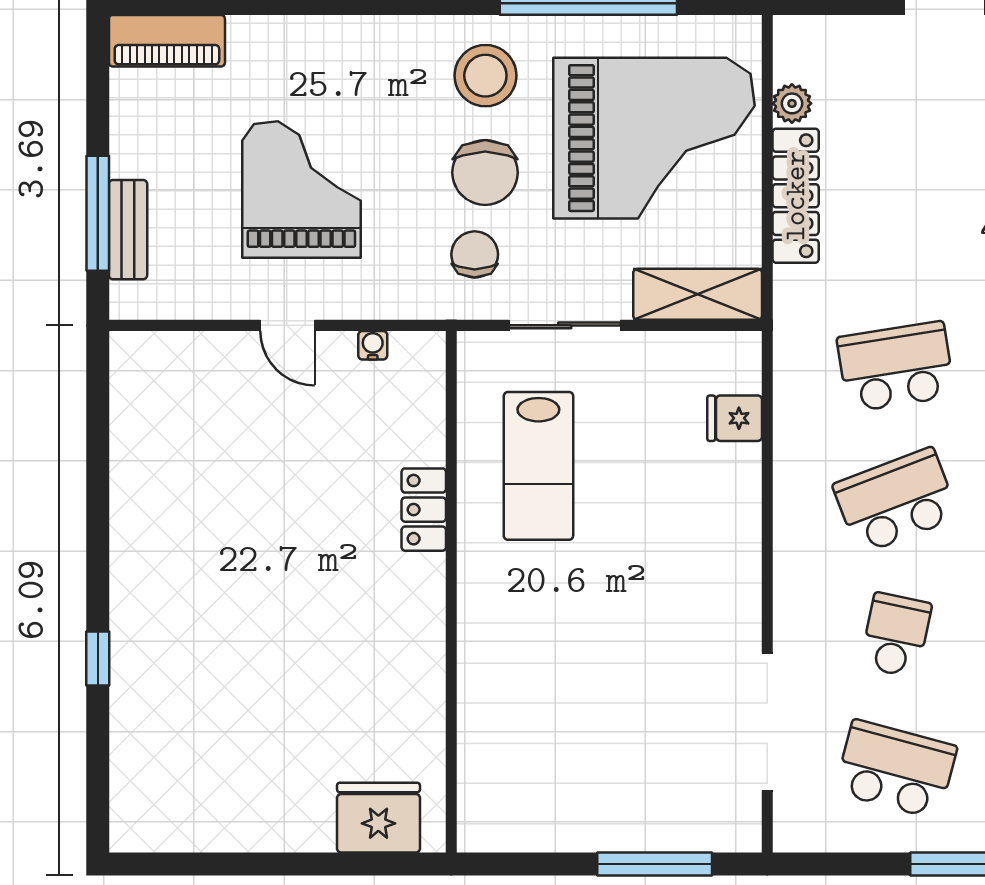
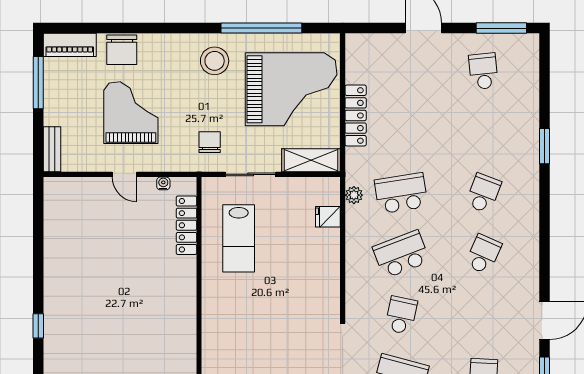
plant: (792, 103) -> (354, 195), moved
chair: (485, 172) -> (122, 50), moved
window: (98, 213) -> (38, 83), moved
bench: (128, 230) -> (52, 149), moved
locker: (424, 510) -> (187, 225), moved, width x1.53

